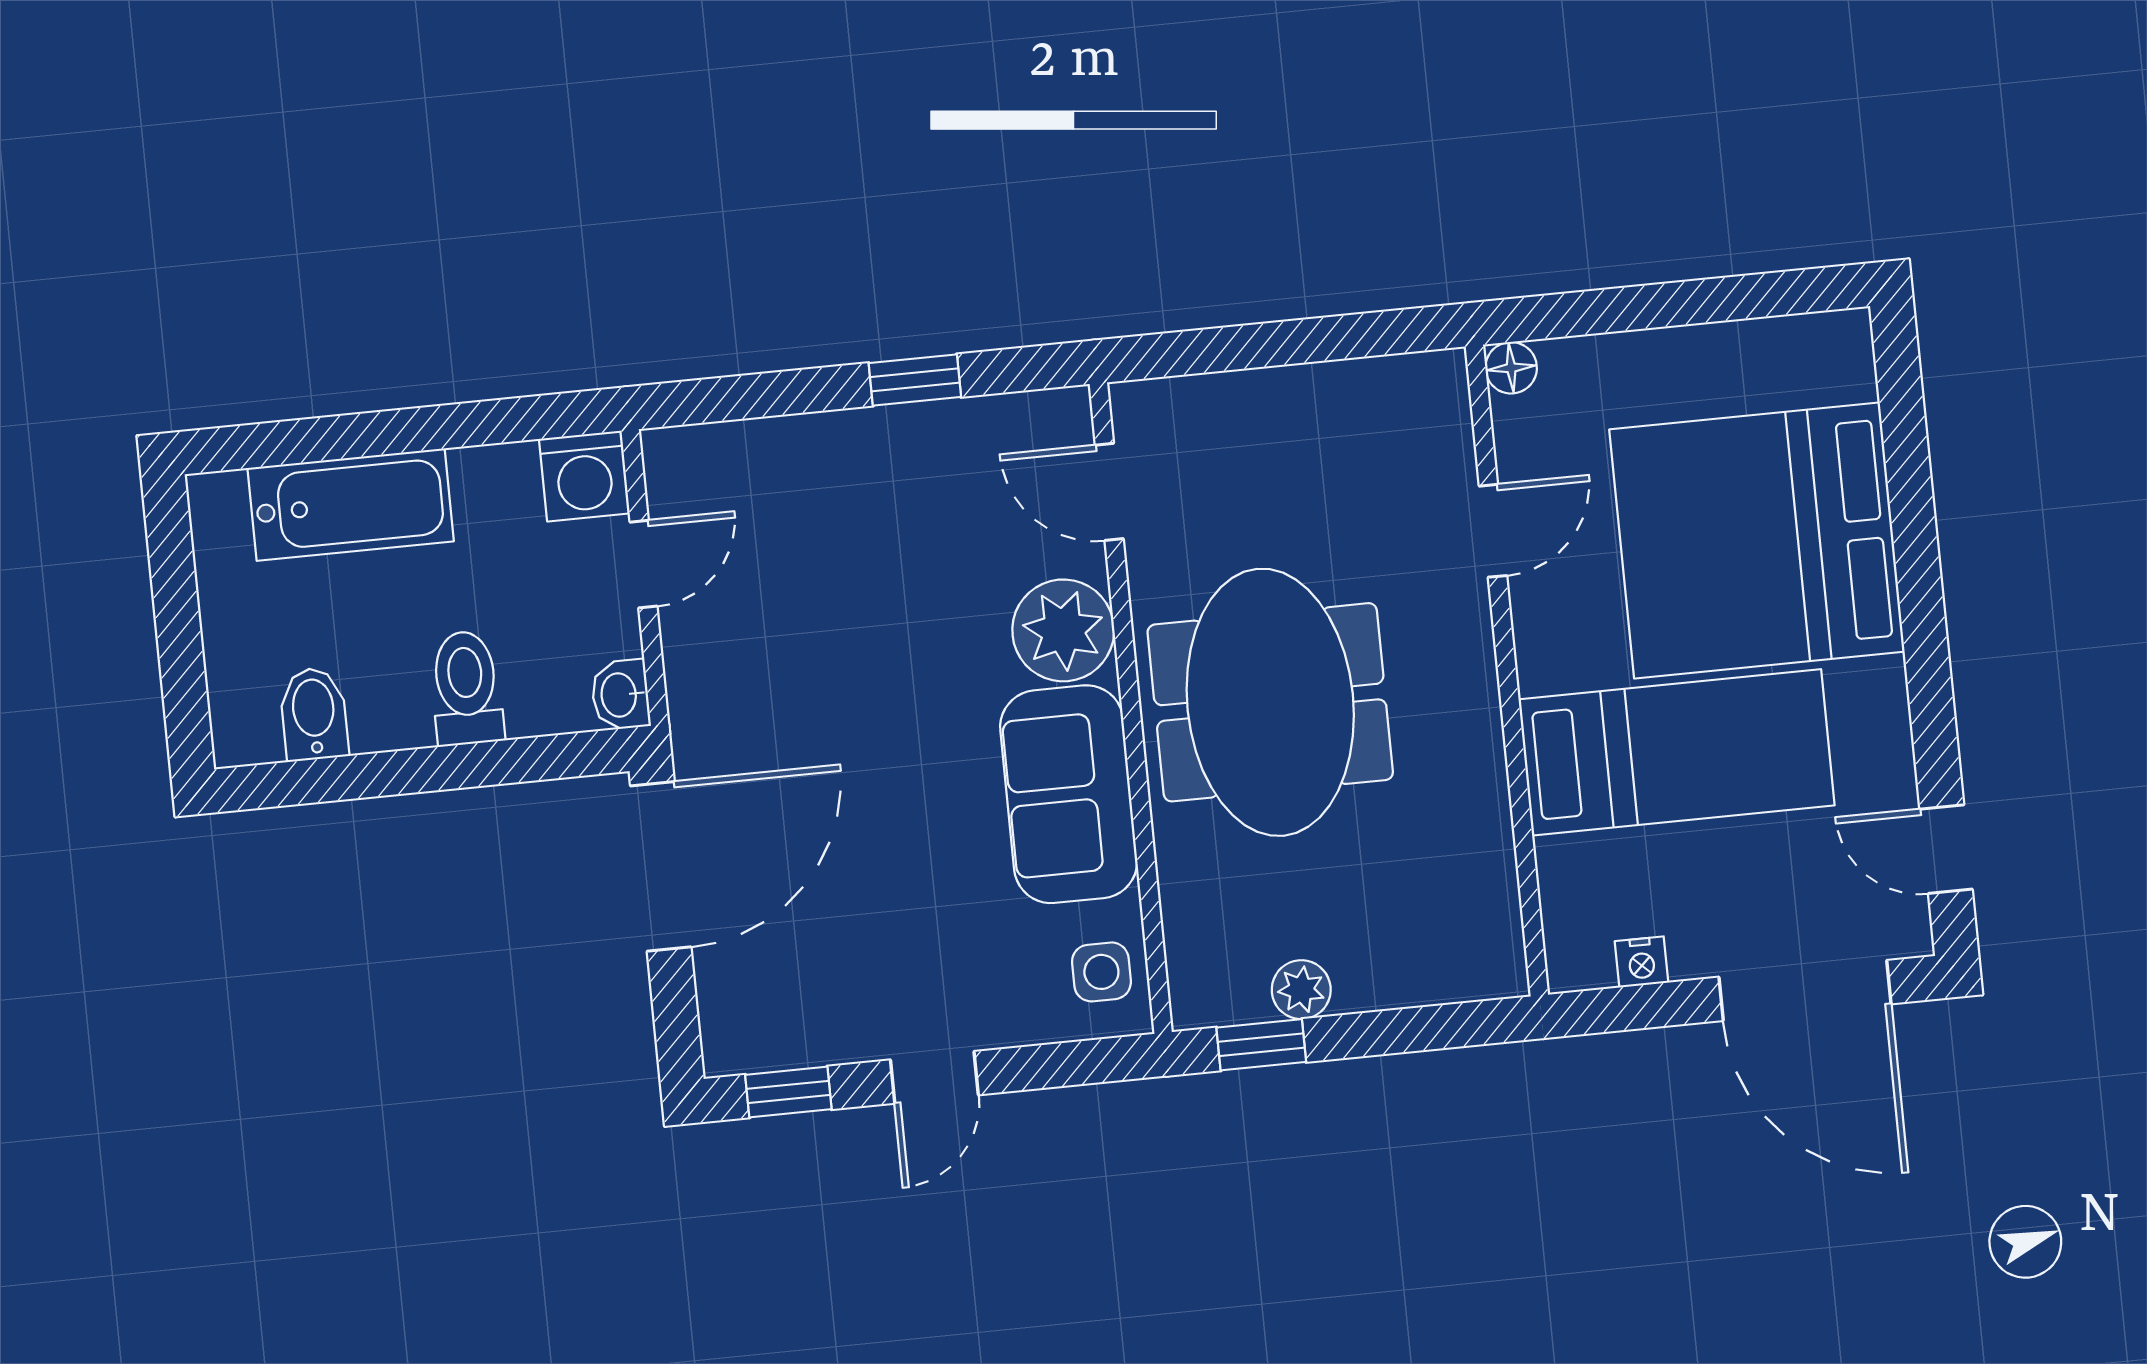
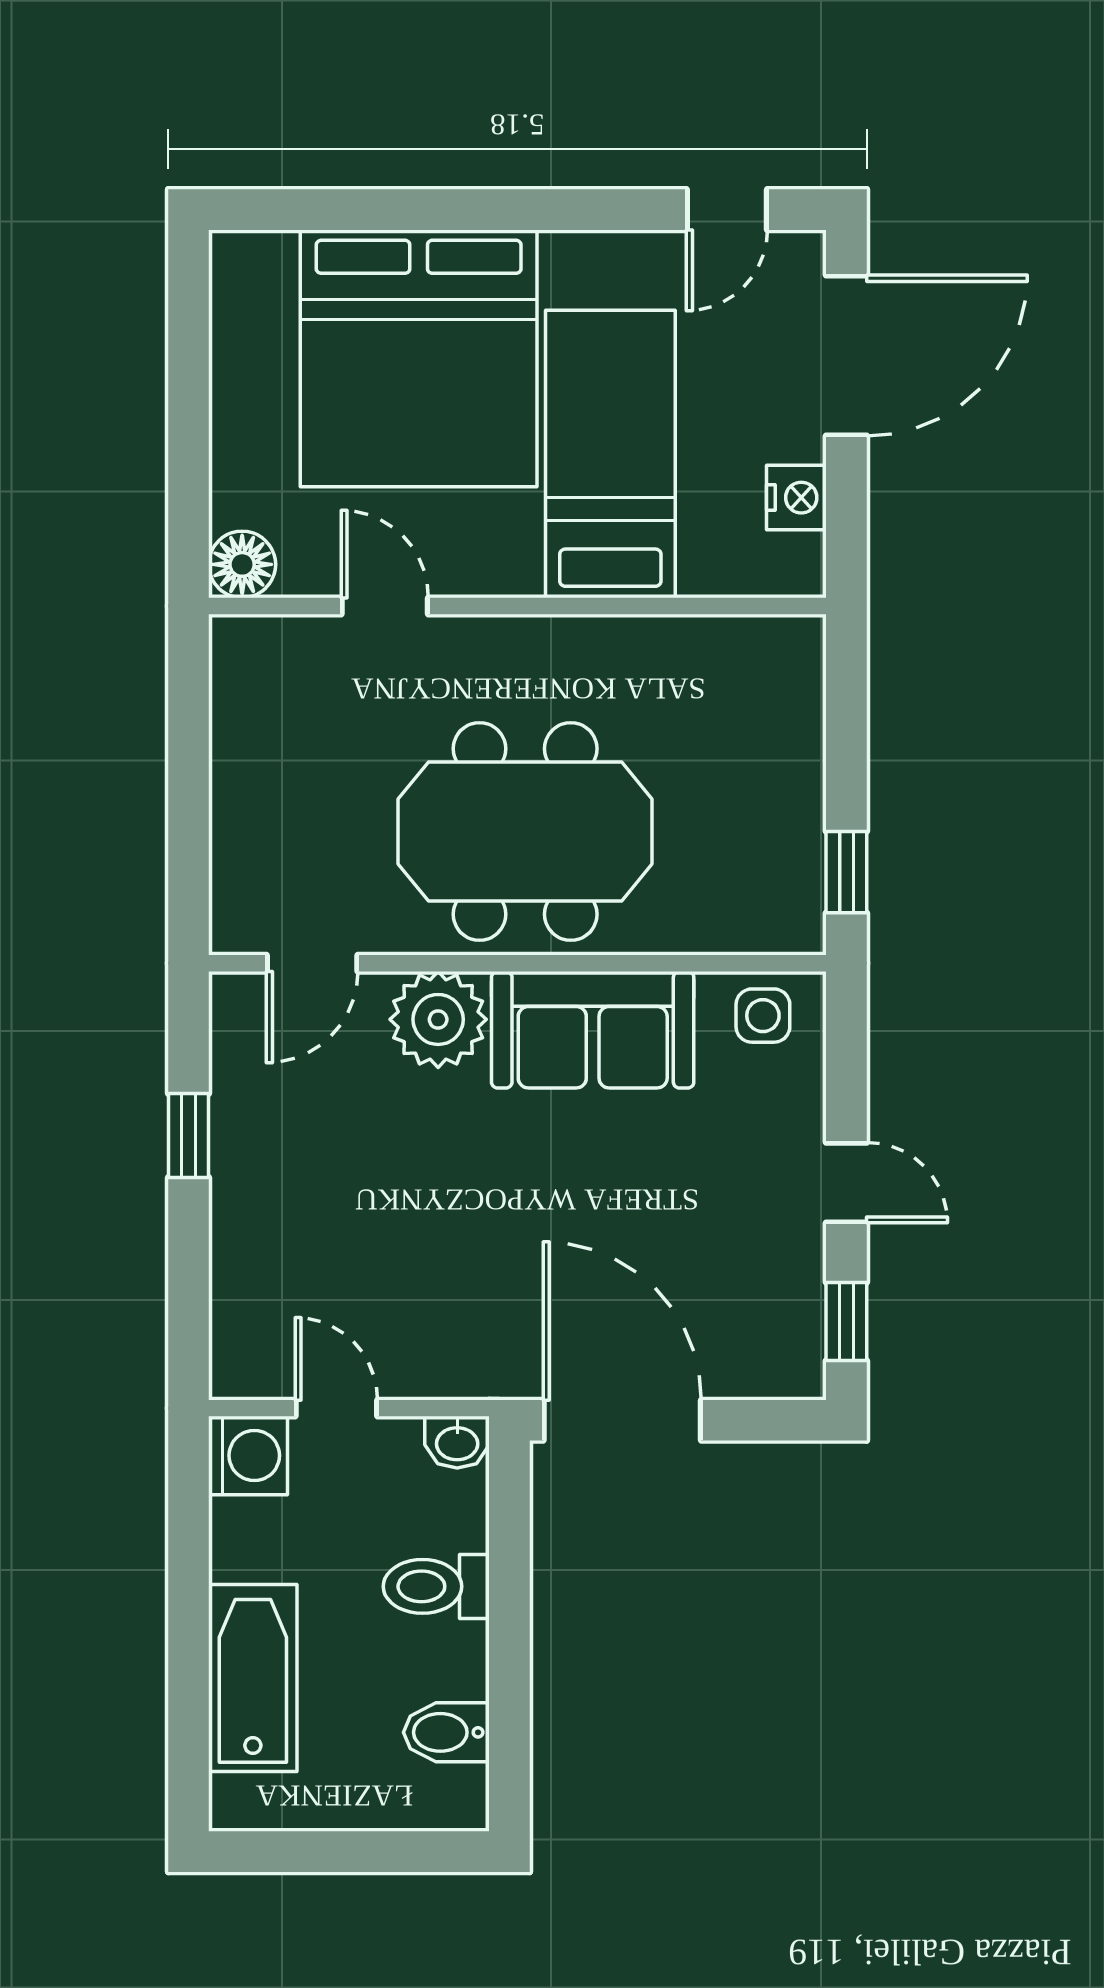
floor lamp: (1511, 368) -> (242, 564), width x1.37, depth x1.37
nightstand: (1642, 962) -> (796, 498), width x1.39, depth x1.35
plant: (1301, 990) -> (798, 829), removed

